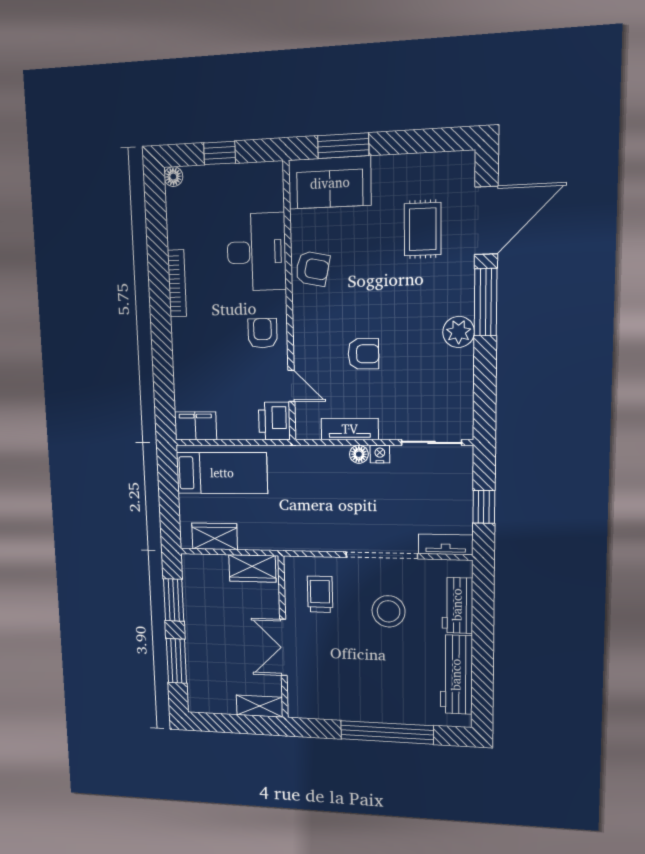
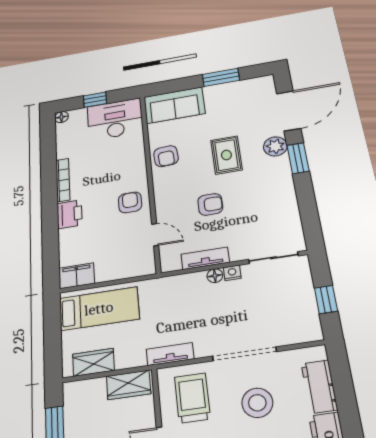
window: (343, 146) -> (221, 77), moved
rug: (423, 229) -> (226, 155), moved
desk: (257, 252) -> (115, 119), moved, turned -90
armchair: (312, 269) -> (166, 156), turned 75
window: (486, 302) -> (298, 158), width x0.69
plant: (459, 332) -> (275, 146), moved
printer: (274, 421) -> (70, 214), moved, turned 180
tv unit: (446, 544) -> (170, 354), moved
trolley: (320, 594) -> (192, 398), width x1.36, depth x1.39

